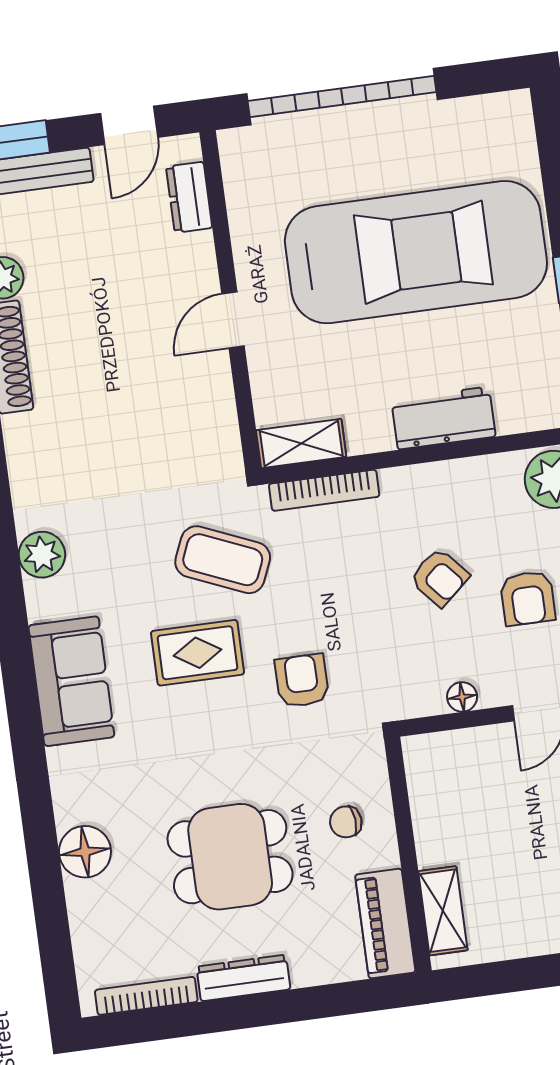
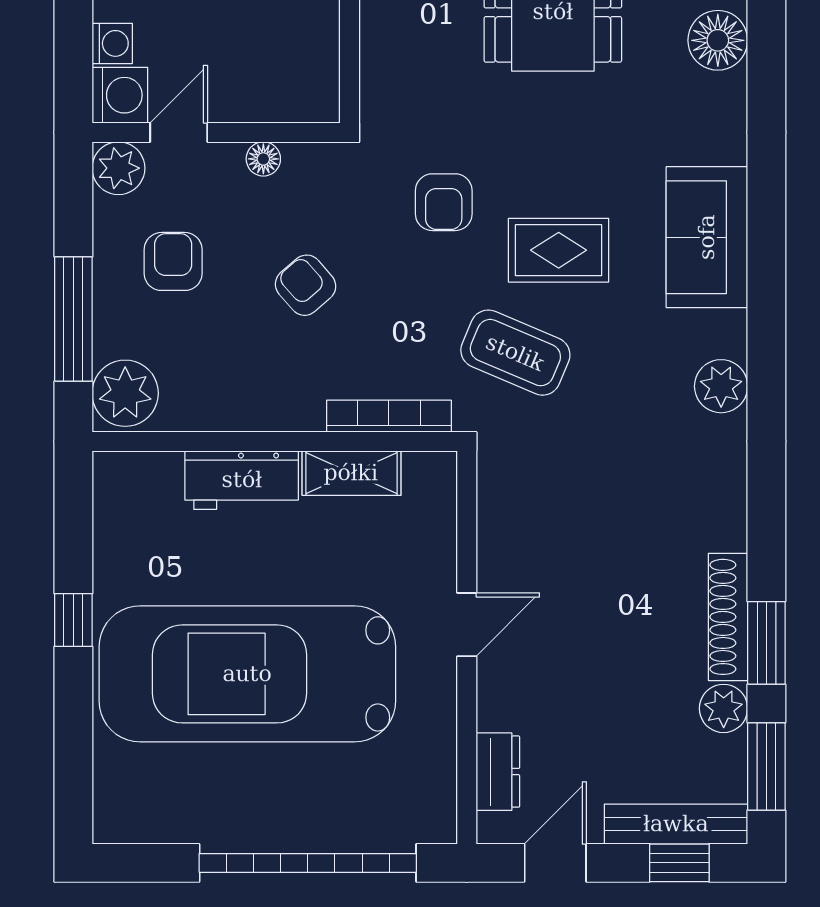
shelving: (301, 443) -> (351, 473), moved
armchair: (440, 577) -> (306, 285), moved
chair: (346, 822) -> (415, 34), removed

